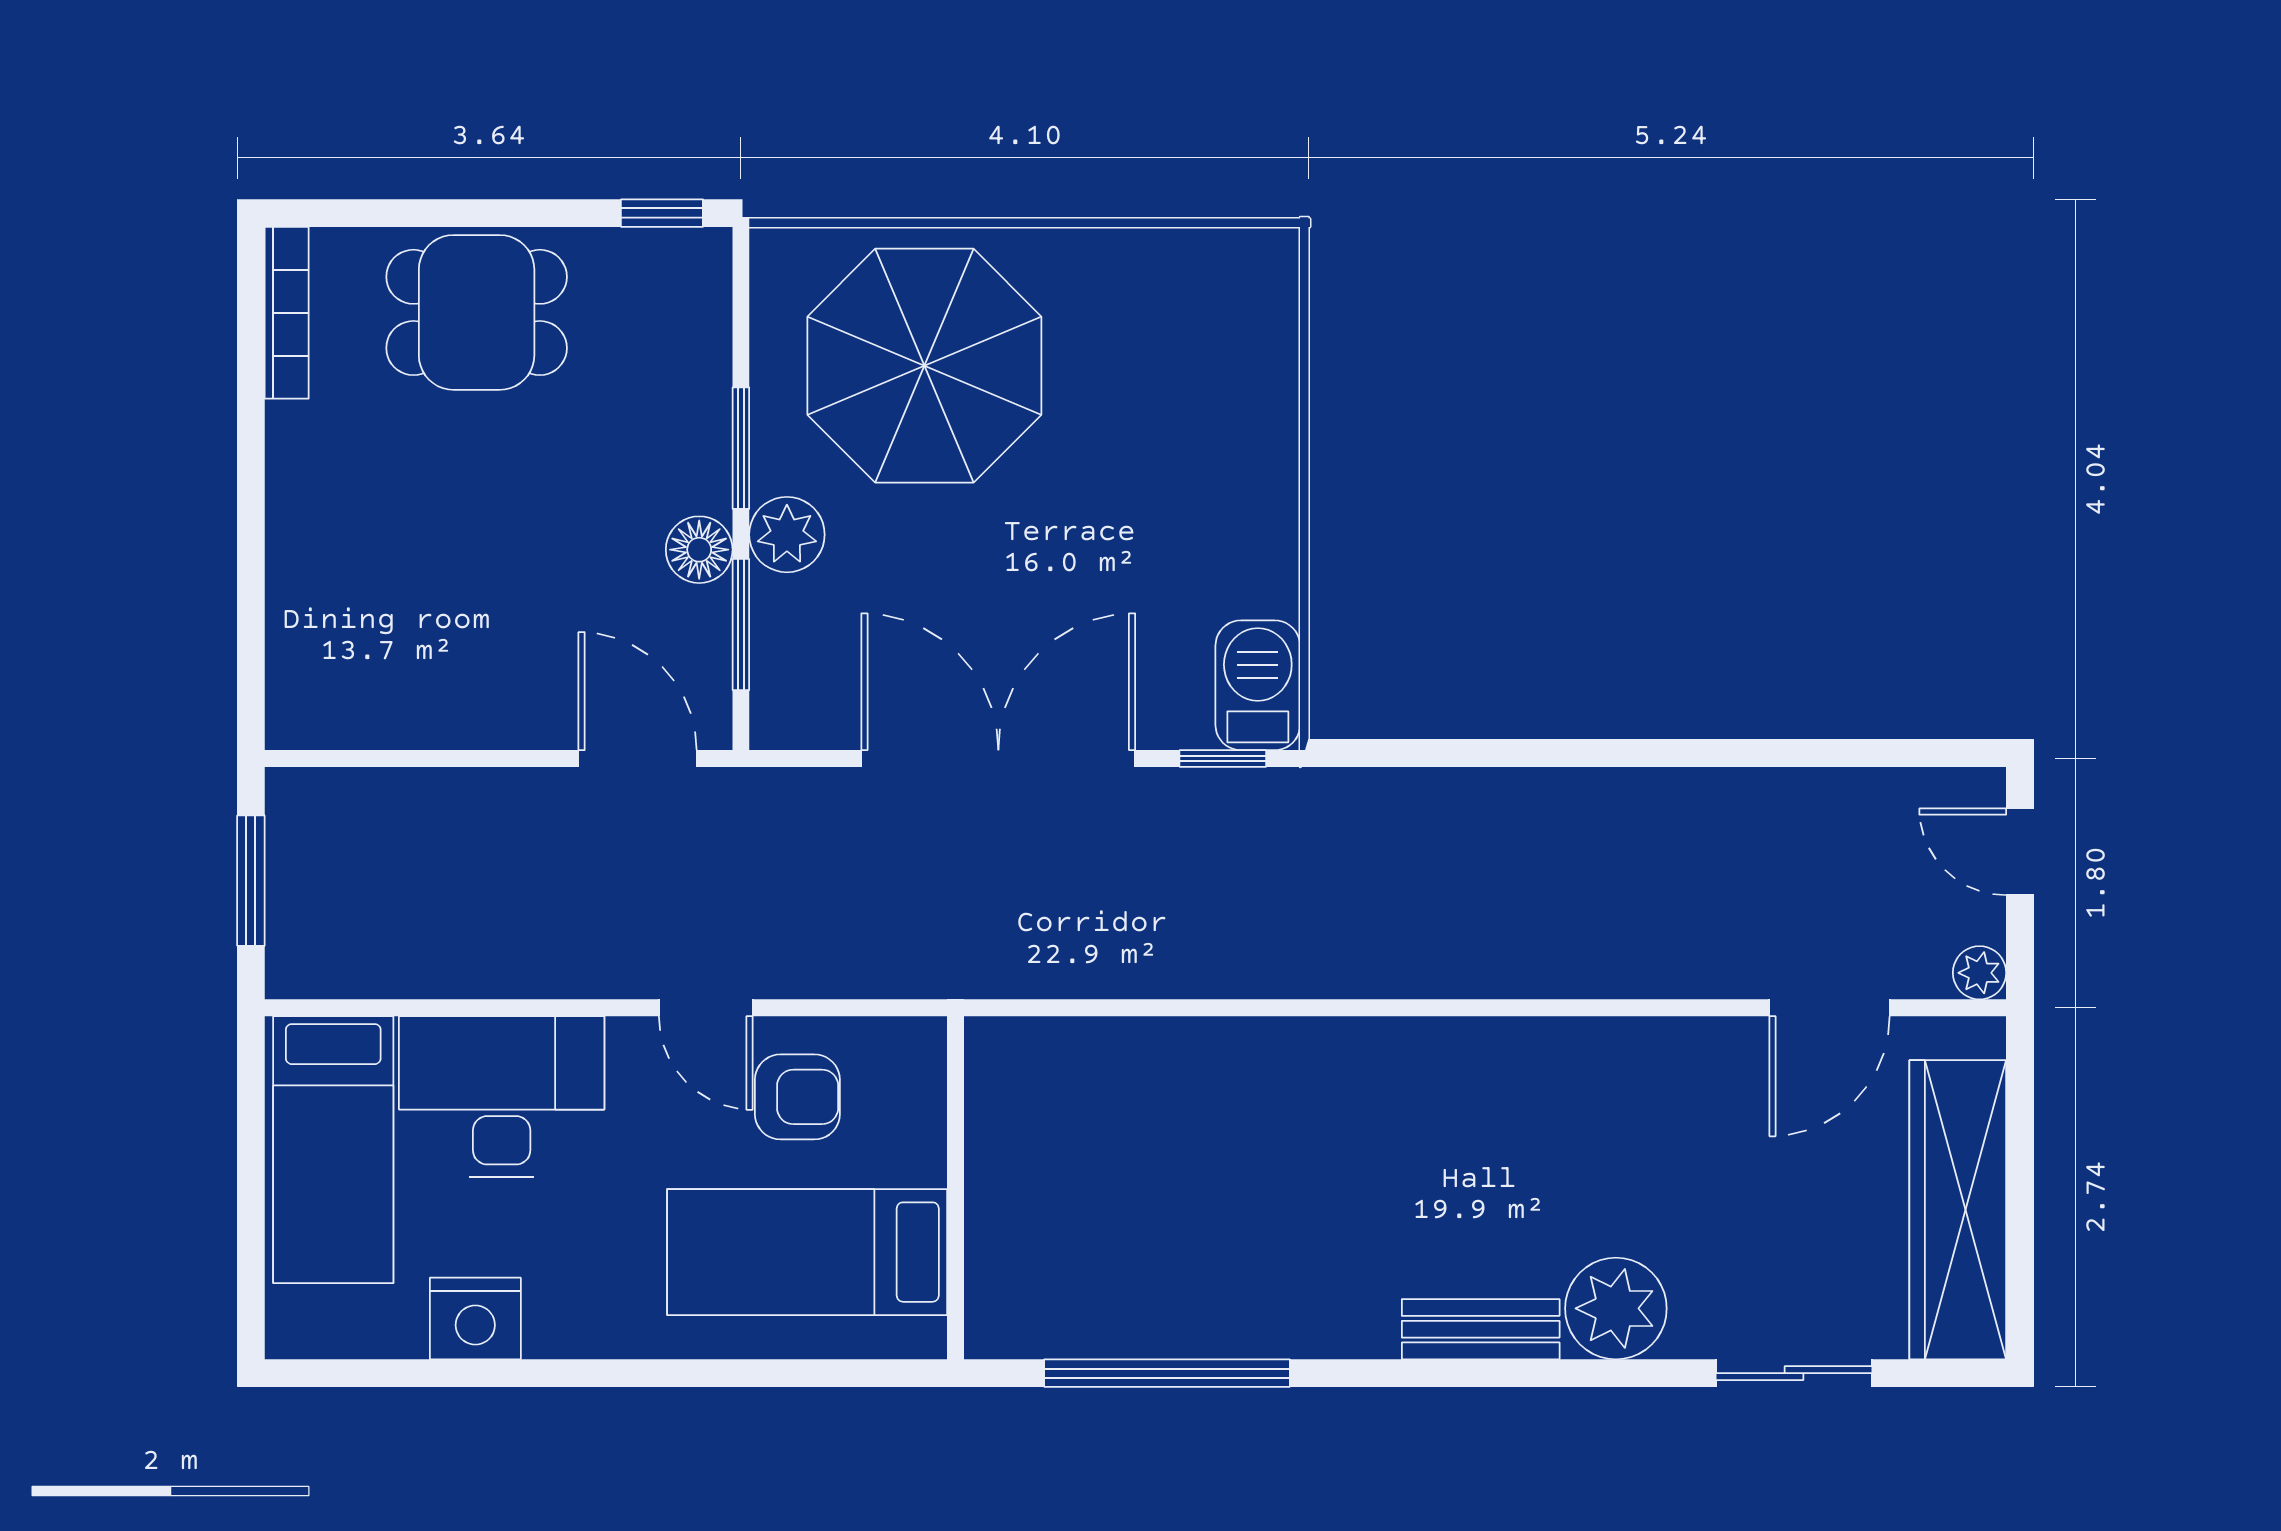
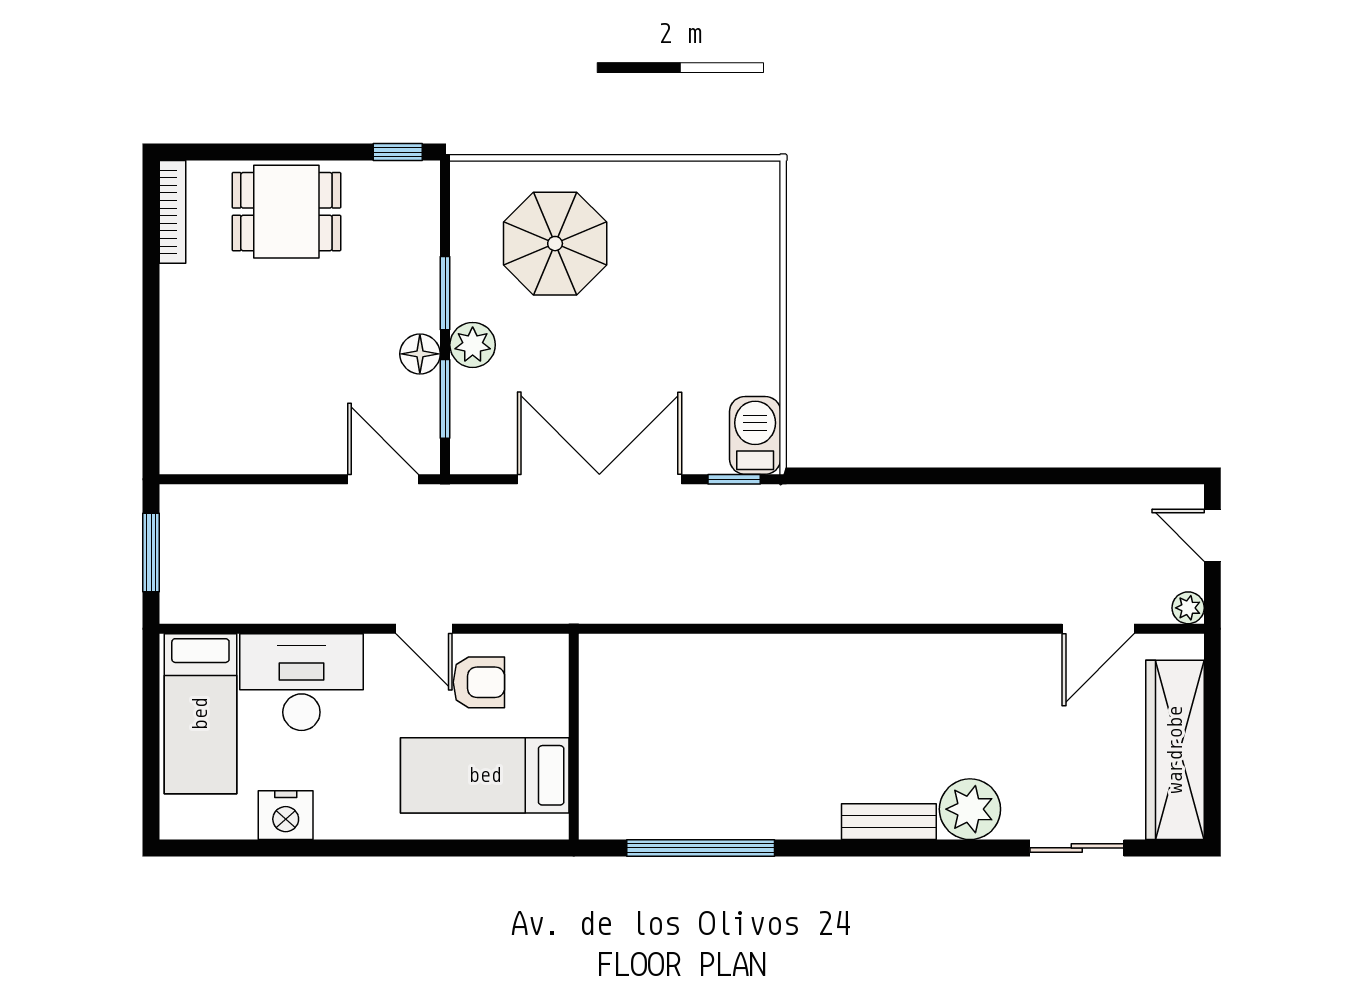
parasol: (924, 366) -> (555, 244), width x0.73, depth x0.73

